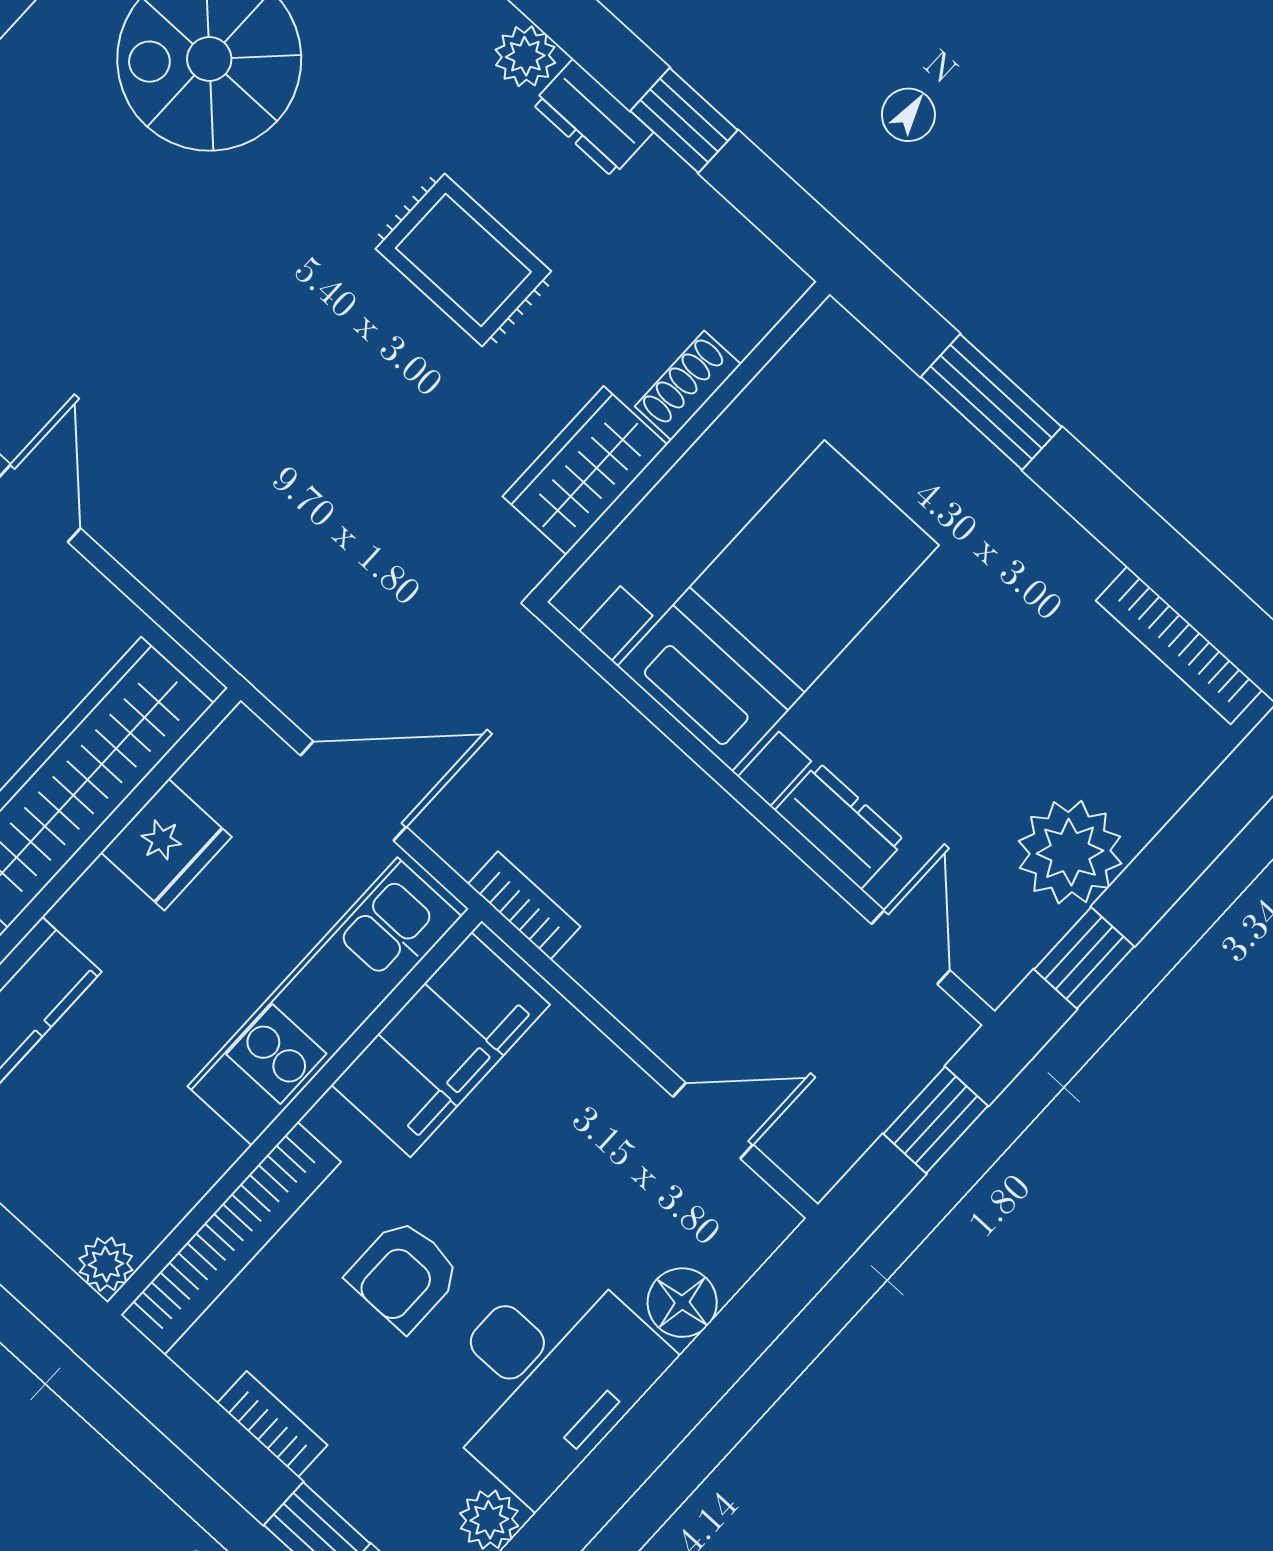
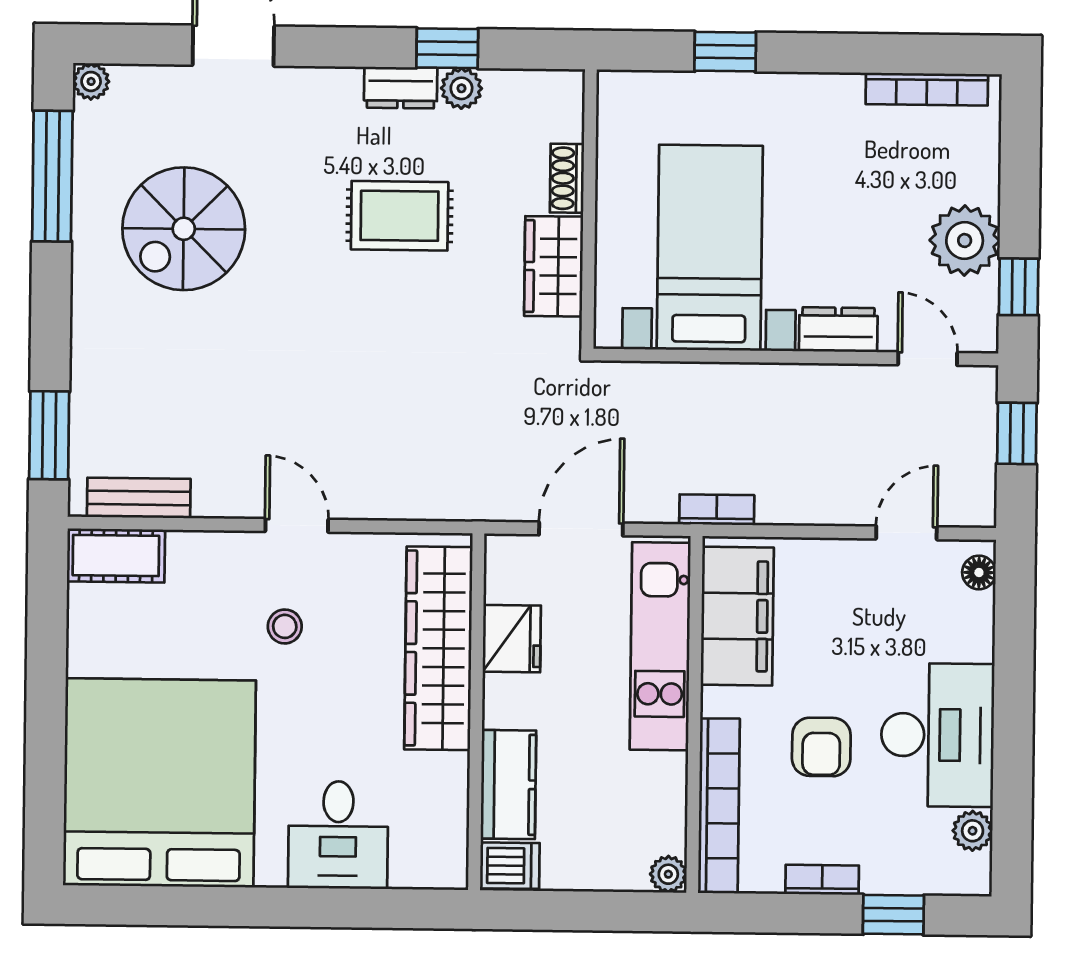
plant: (525, 56) -> (461, 88), moved
window: (991, 402) -> (725, 52), width x0.67
floor lamp: (682, 1303) -> (979, 572), moved, width x0.73, depth x0.73

